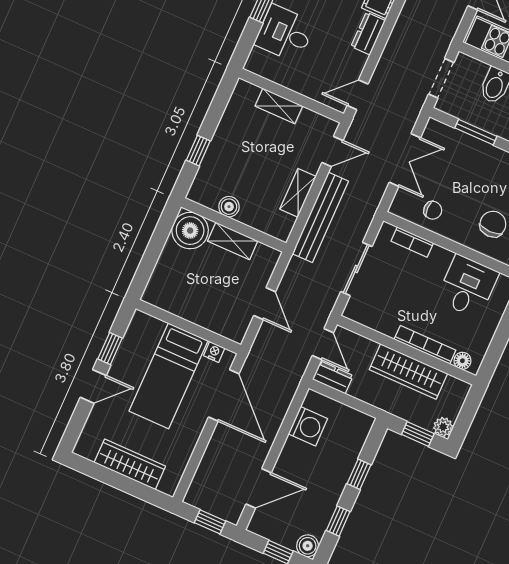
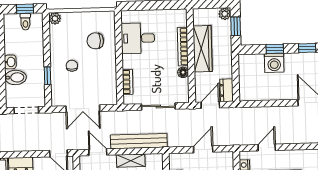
window: (476, 132) -> (47, 76), width x0.67
double door: (405, 160) -> (83, 109), swing flipped
chair: (433, 210) -> (72, 66), moved
floor lamp: (462, 361) -> (183, 72), moved
door: (224, 395) -> (267, 148), width x0.53
washing machine: (308, 426) -> (274, 63), moved, turned 180

